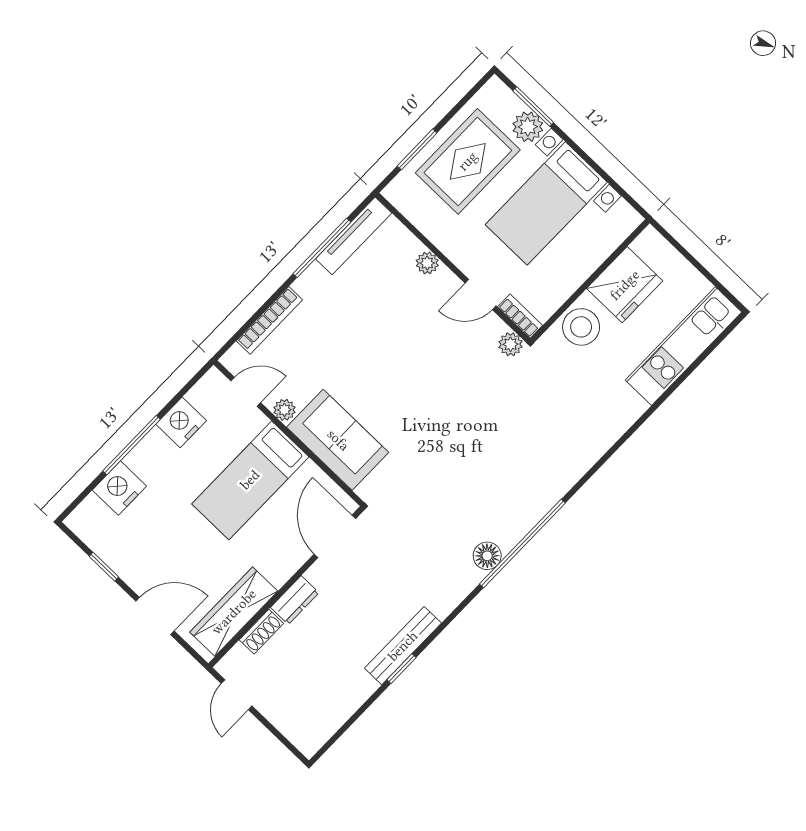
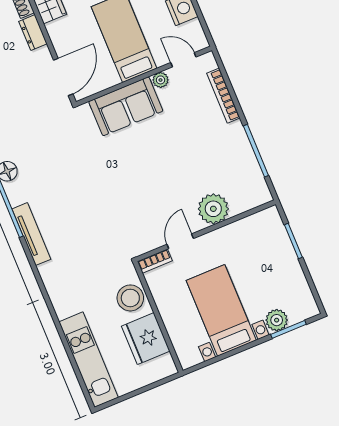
rug: (468, 161) -> (271, 271), removed
tv unit: (354, 236) -> (31, 234), moved, turned 180
plant: (427, 263) -> (213, 209), width x1.87, depth x1.87
plant: (511, 344) -> (139, 247), removed
door: (246, 392) -> (183, 60), swing flipped
door: (335, 536) -> (63, 77), hinge flipped

